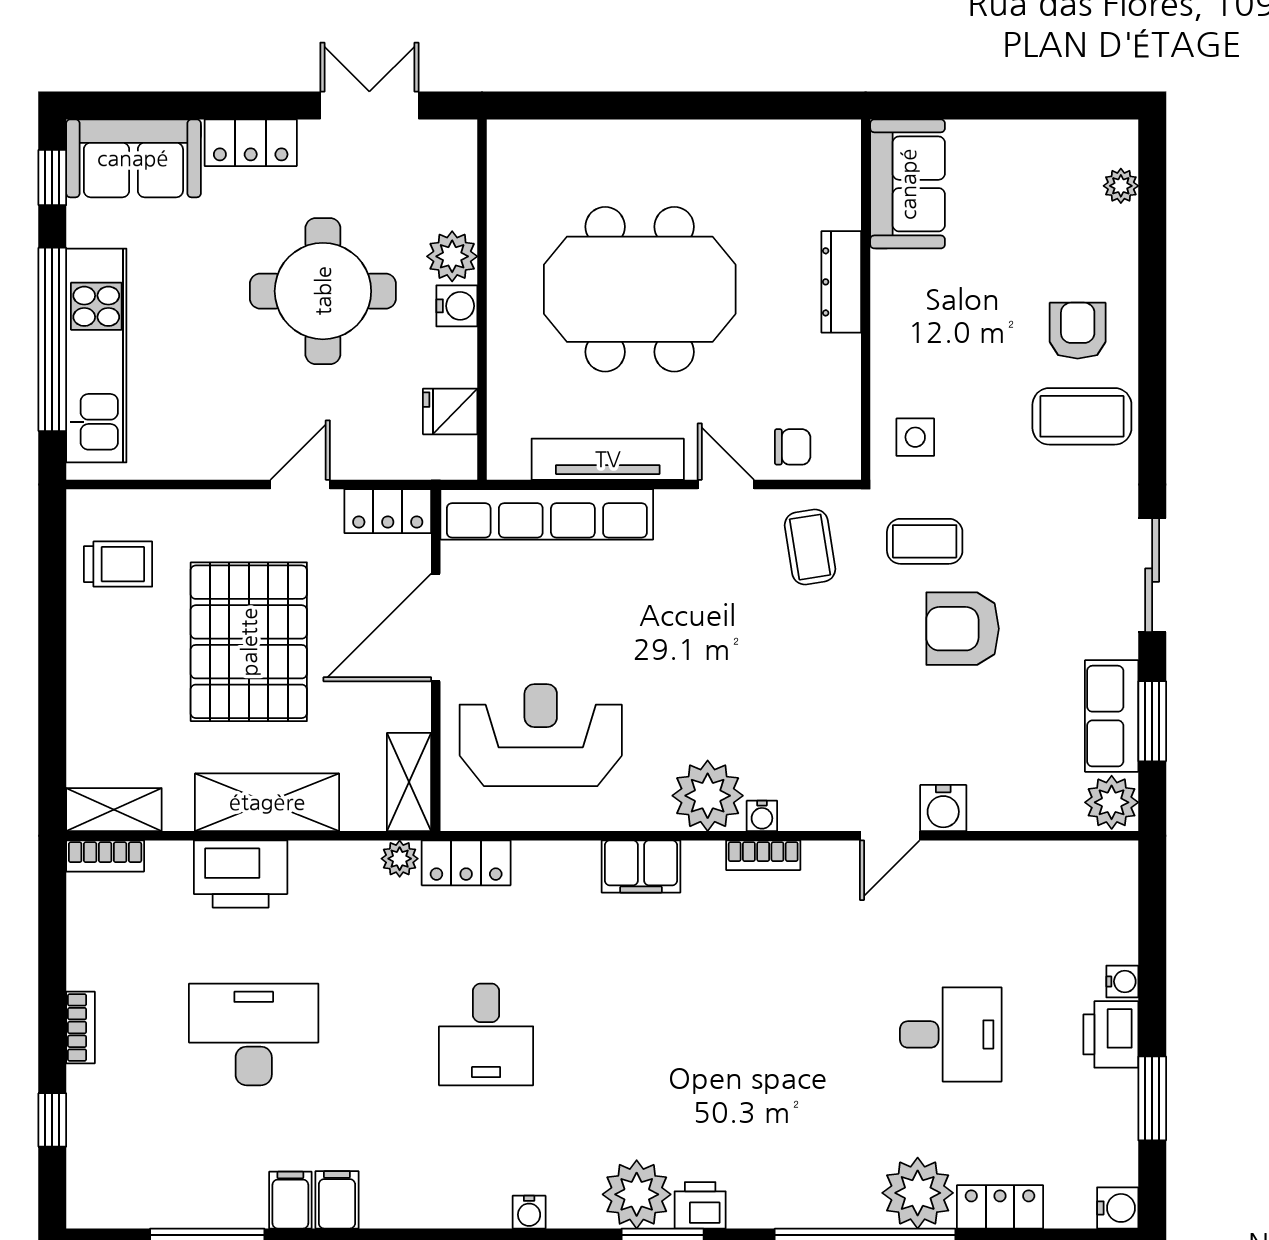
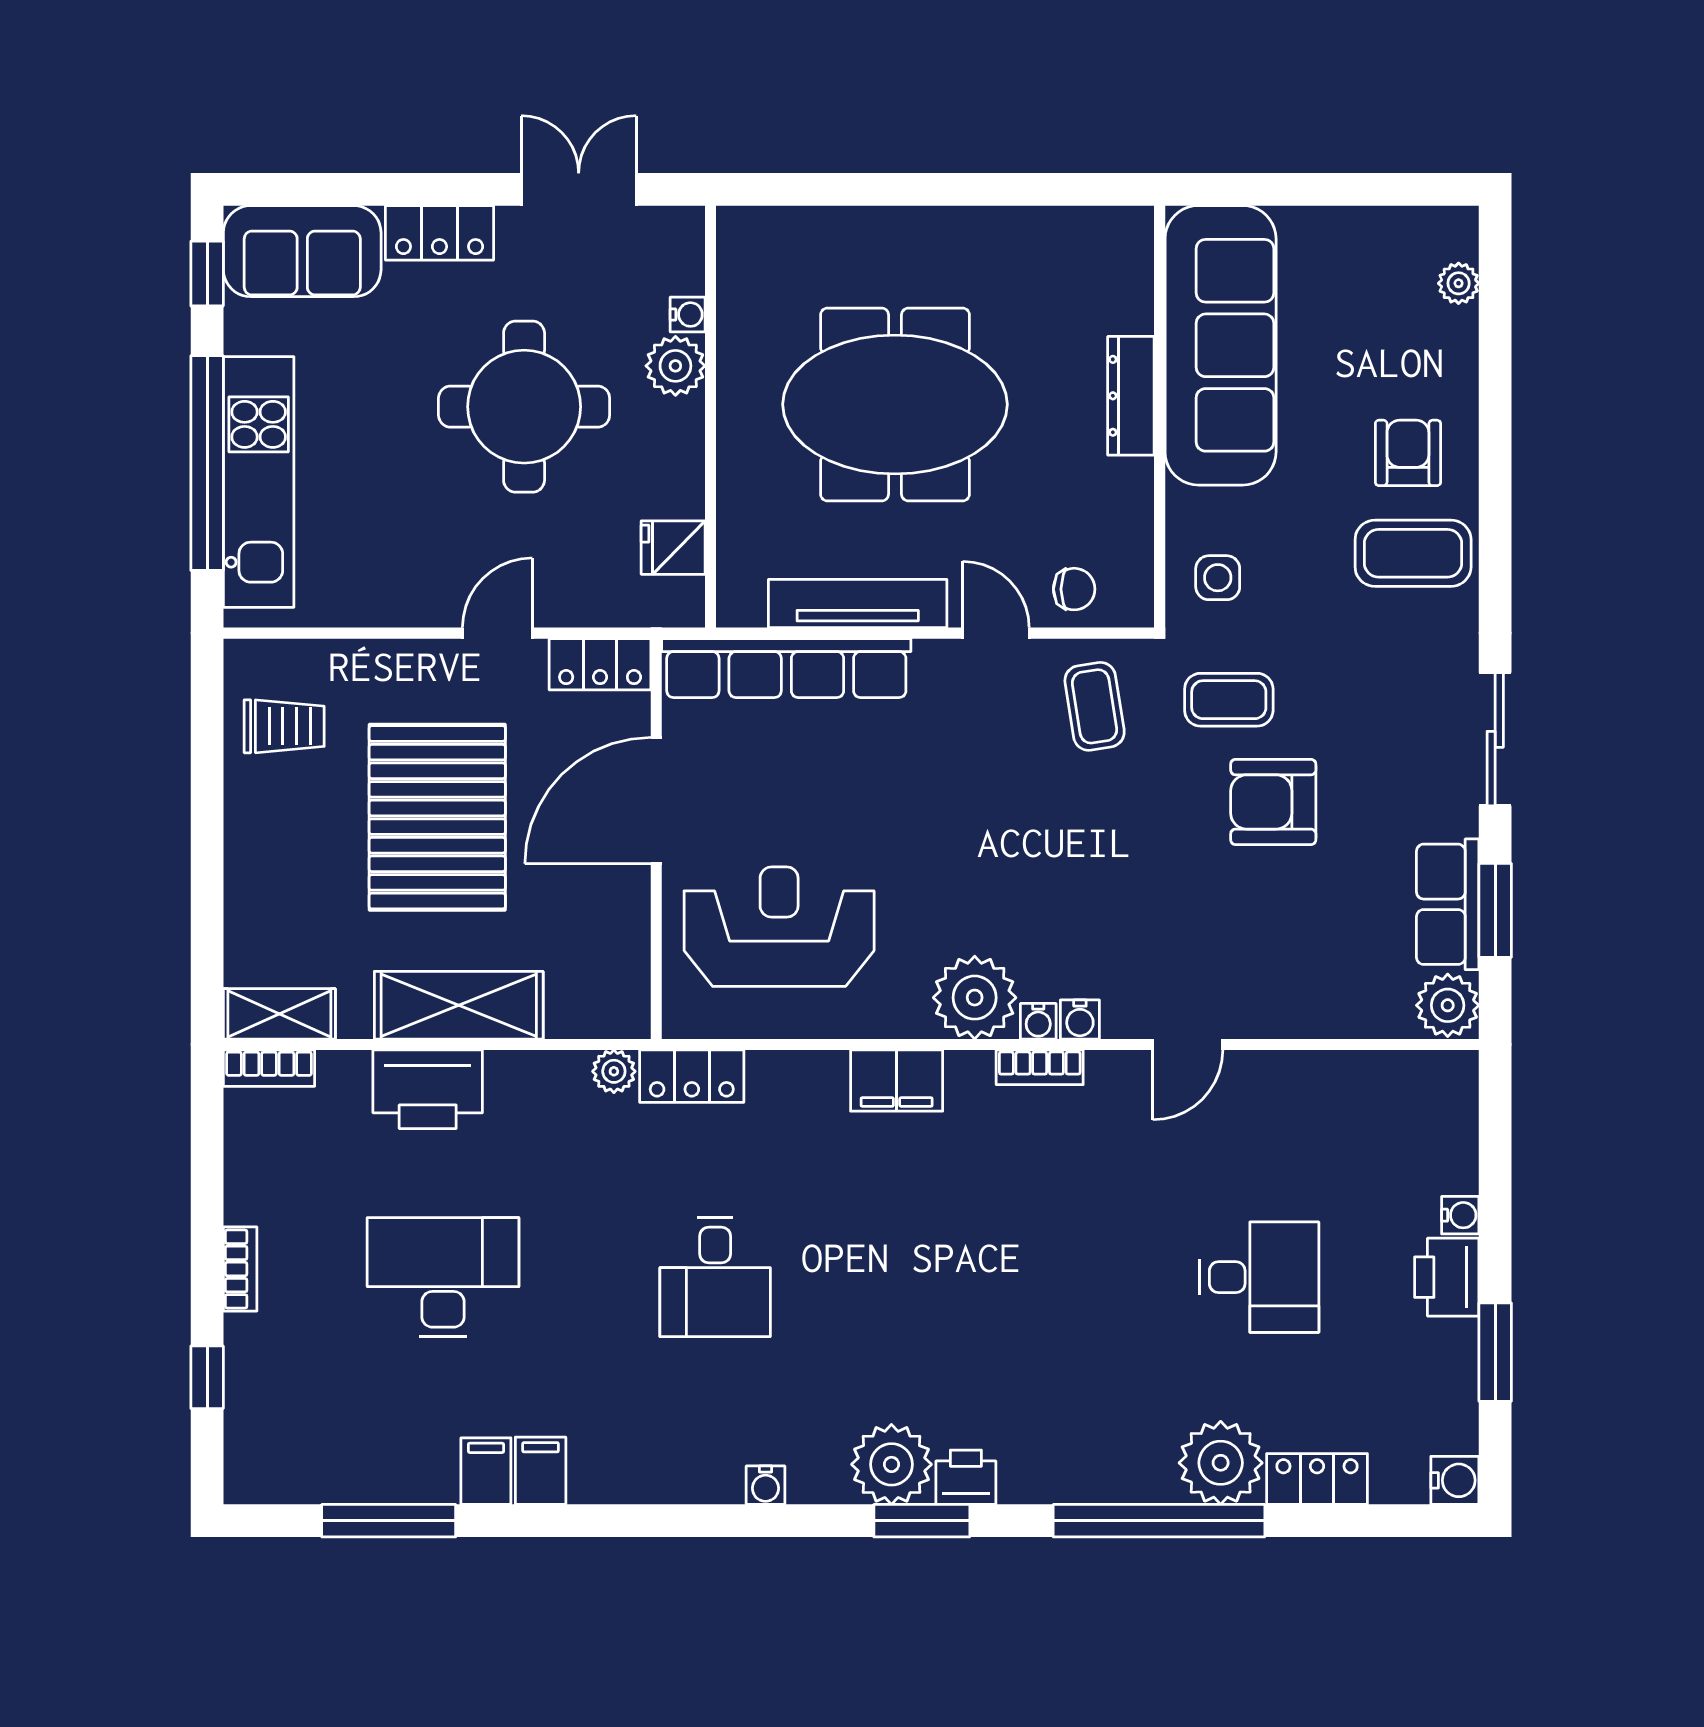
sofa: (908, 184) -> (1221, 345), width x1.85, depth x1.27
water cooler: (457, 306) -> (688, 315), moved, width x0.72, depth x0.72
shelving: (409, 782) -> (625, 981), removed
water cooler: (943, 808) -> (1080, 1019), moved, width x0.72, depth x0.72

